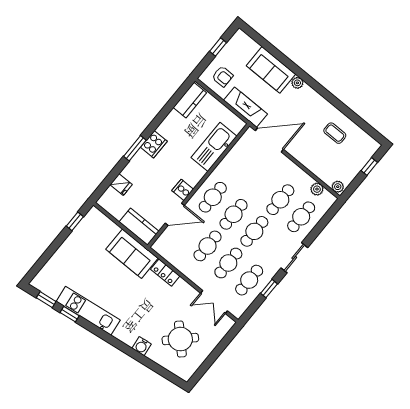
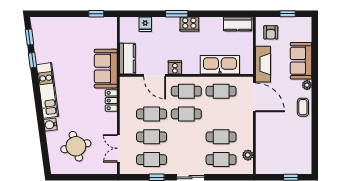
coffee table: (335, 133) -> (303, 107), moved
plant: (338, 187) -> (261, 167), removed
cafe table: (254, 231) -> (221, 91), moved
kitchen unit: (88, 311) -> (47, 90), moved
round table: (180, 339) -> (76, 146), turned 30

